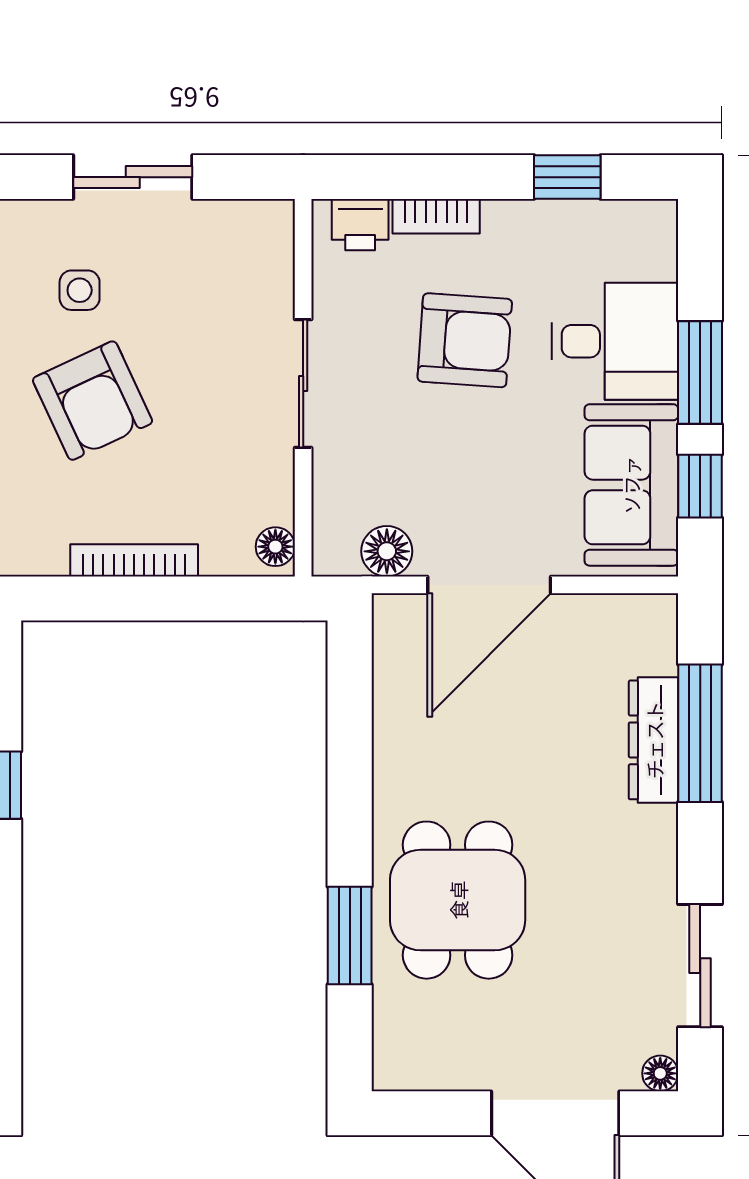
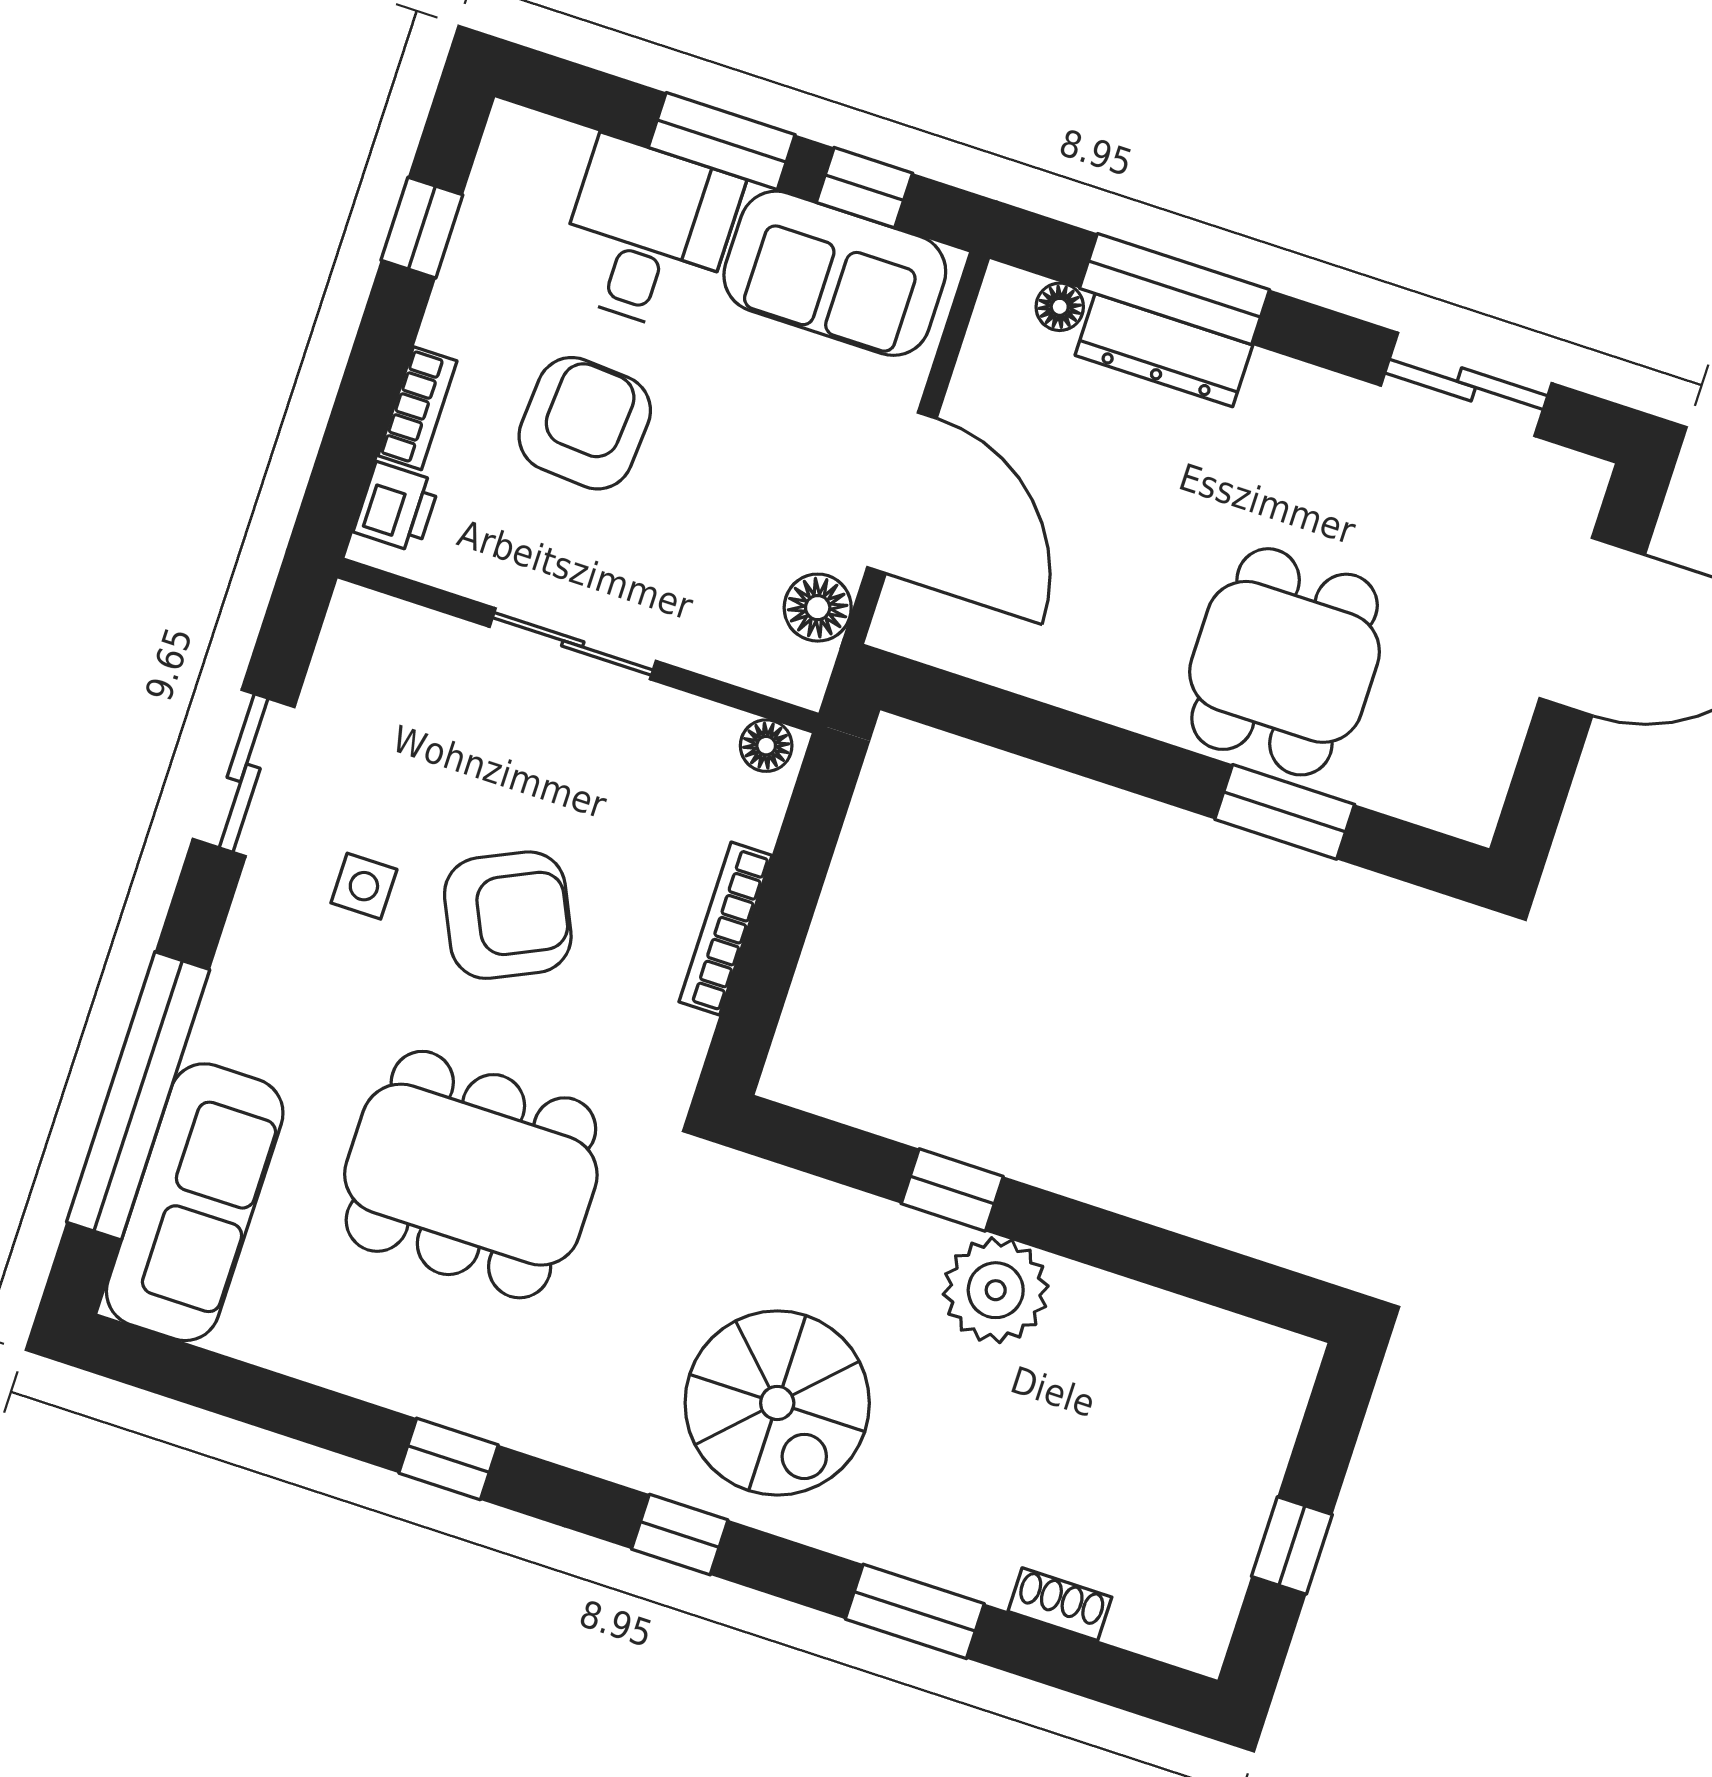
dining table: (458, 900) -> (1285, 662), turned 90
floor lamp: (660, 1073) -> (1060, 307), moved

